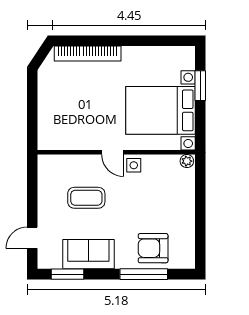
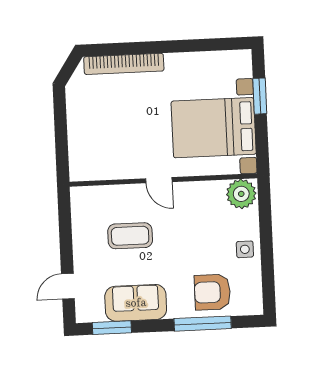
plant: (187, 161) -> (241, 194), width x1.87, depth x1.87
side table: (134, 165) -> (245, 249), moved

